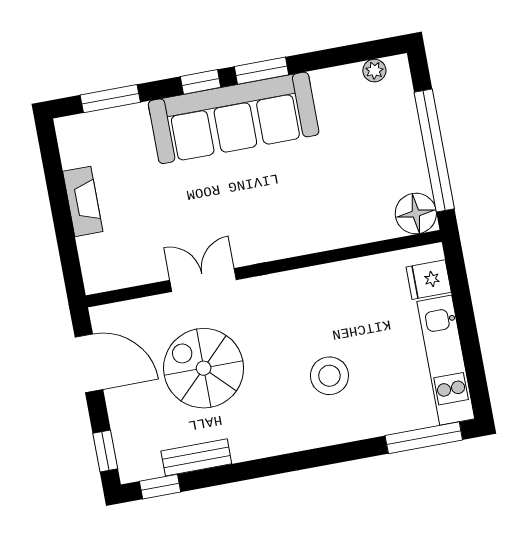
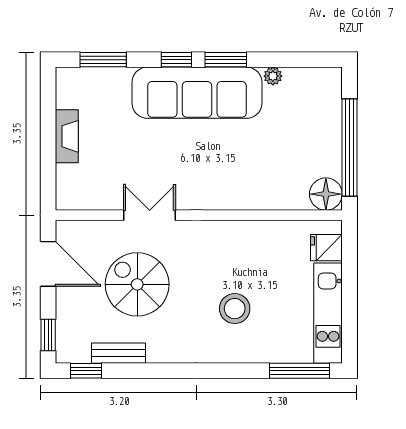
plant: (374, 71) -> (273, 76), moved

